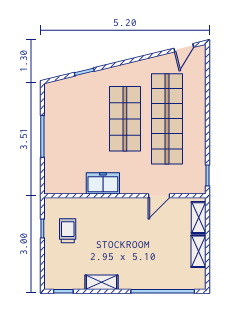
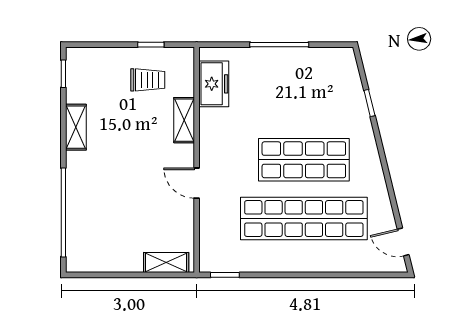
freezer: (103, 183) -> (214, 84), moved
door: (159, 196) -> (197, 183), moved
shelving: (198, 251) -> (184, 120), moved, turned 90

